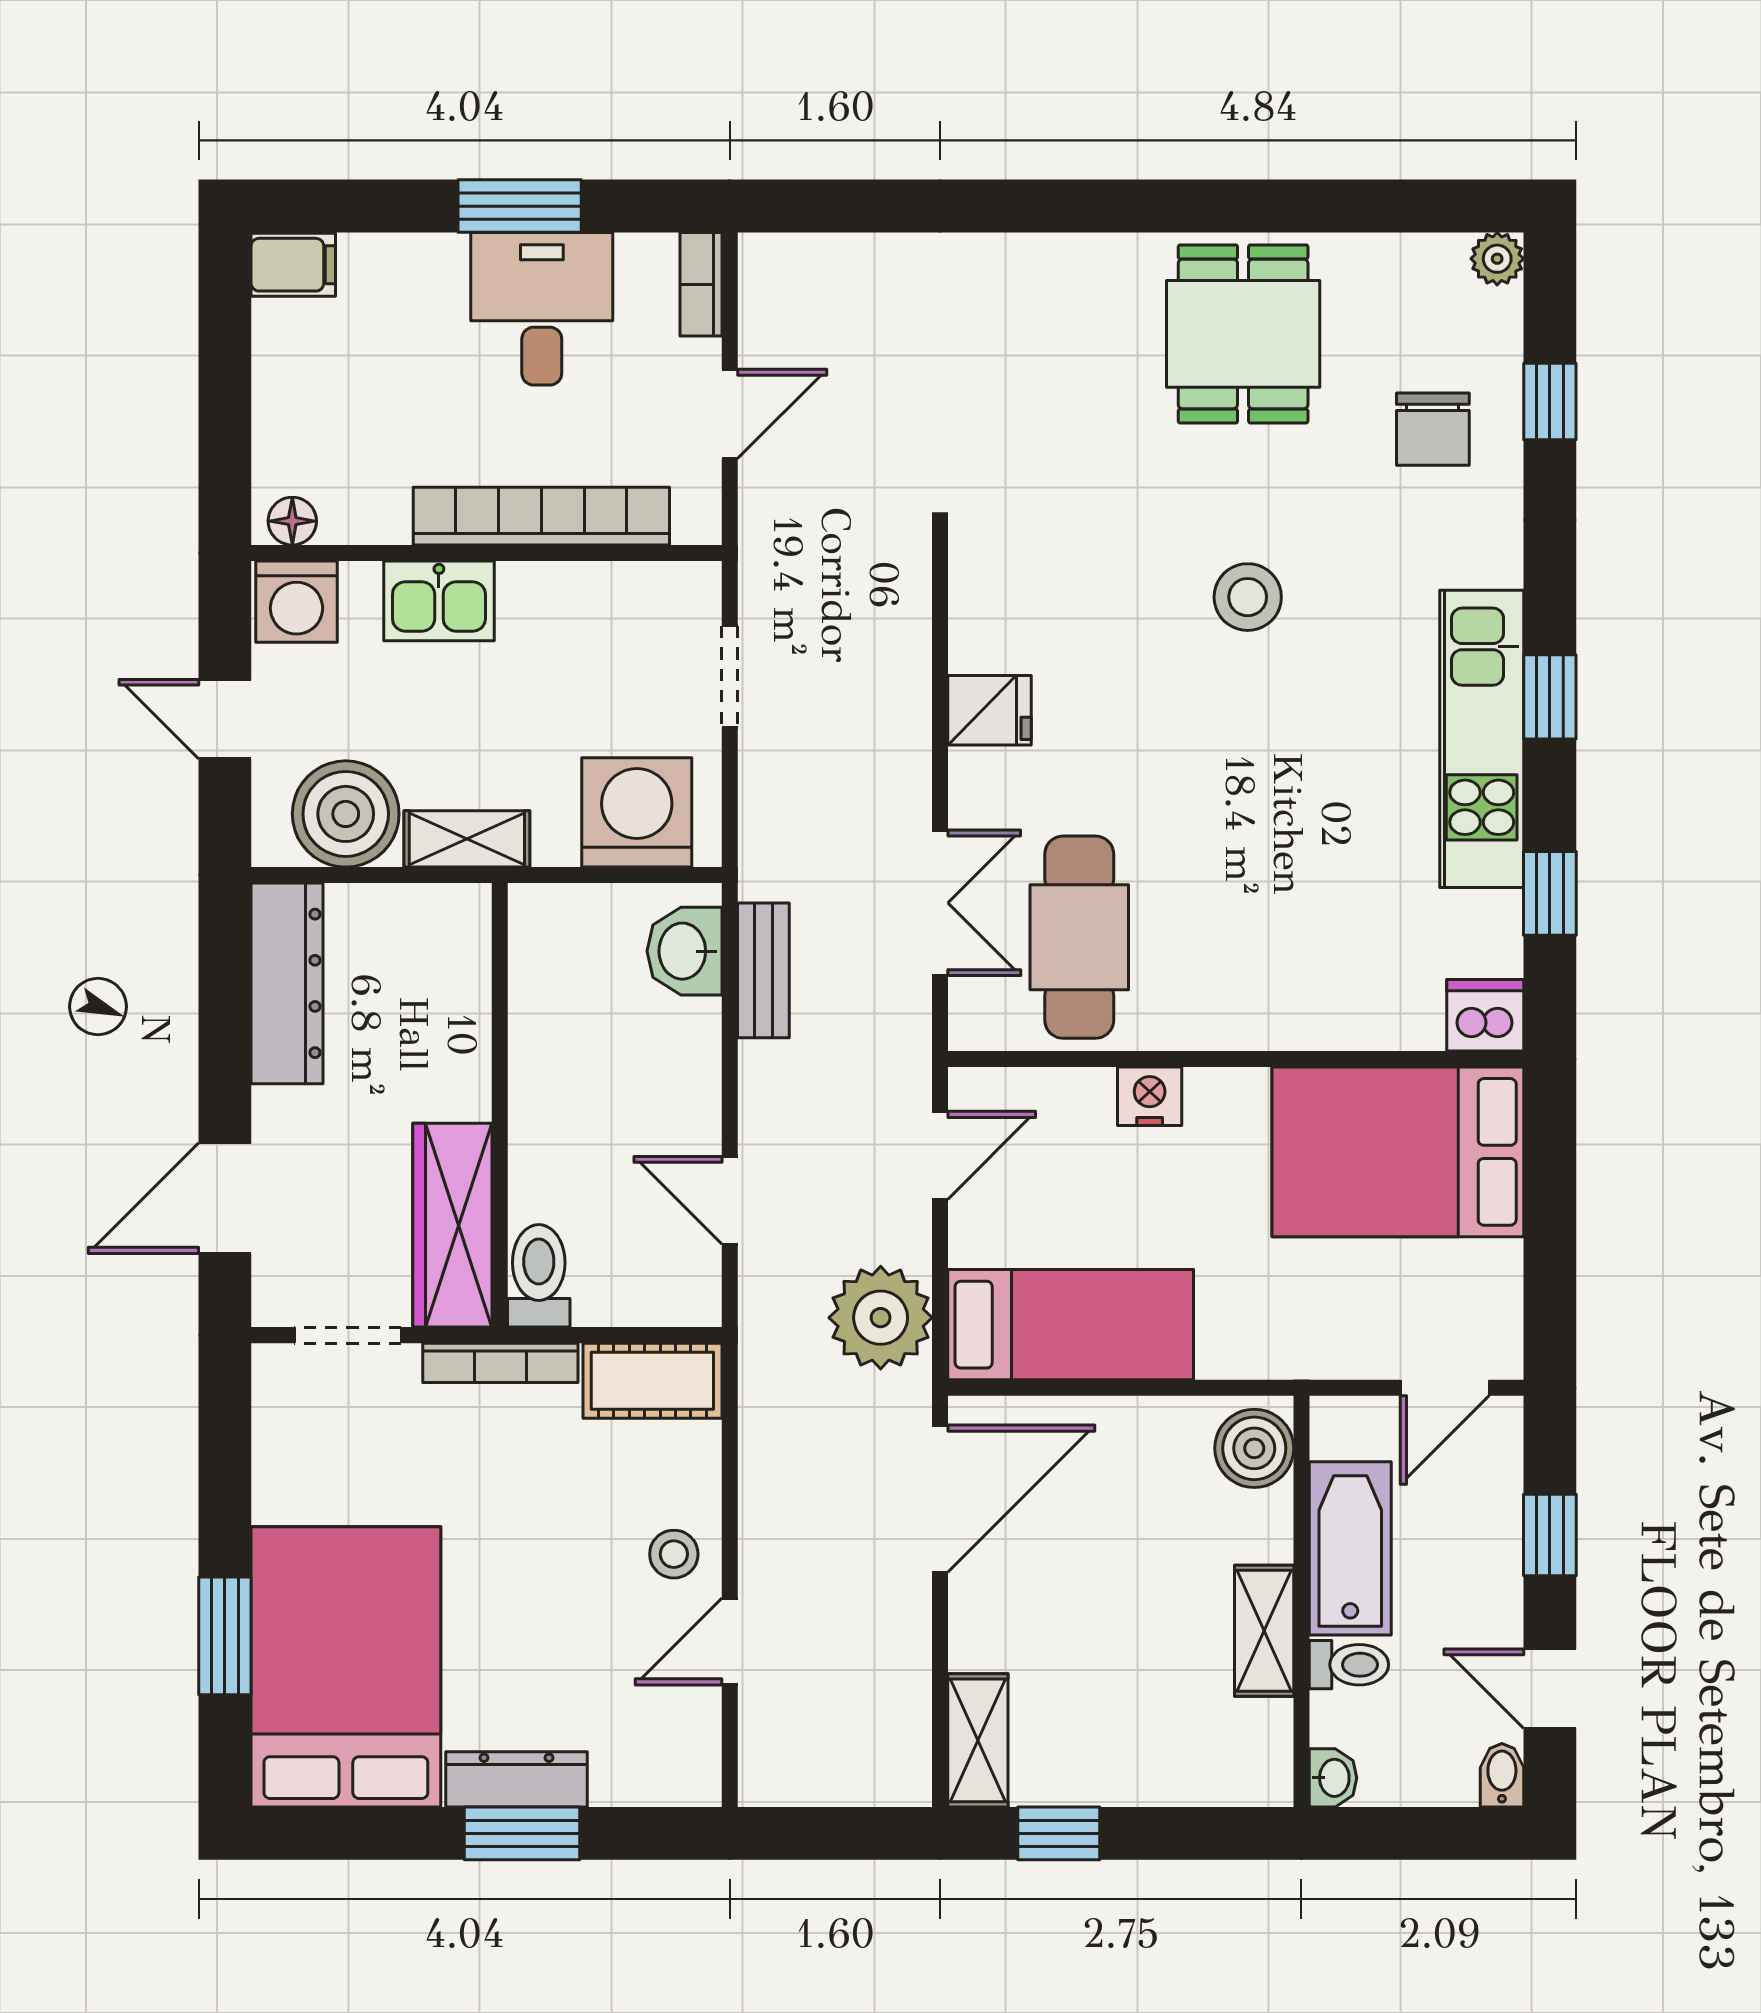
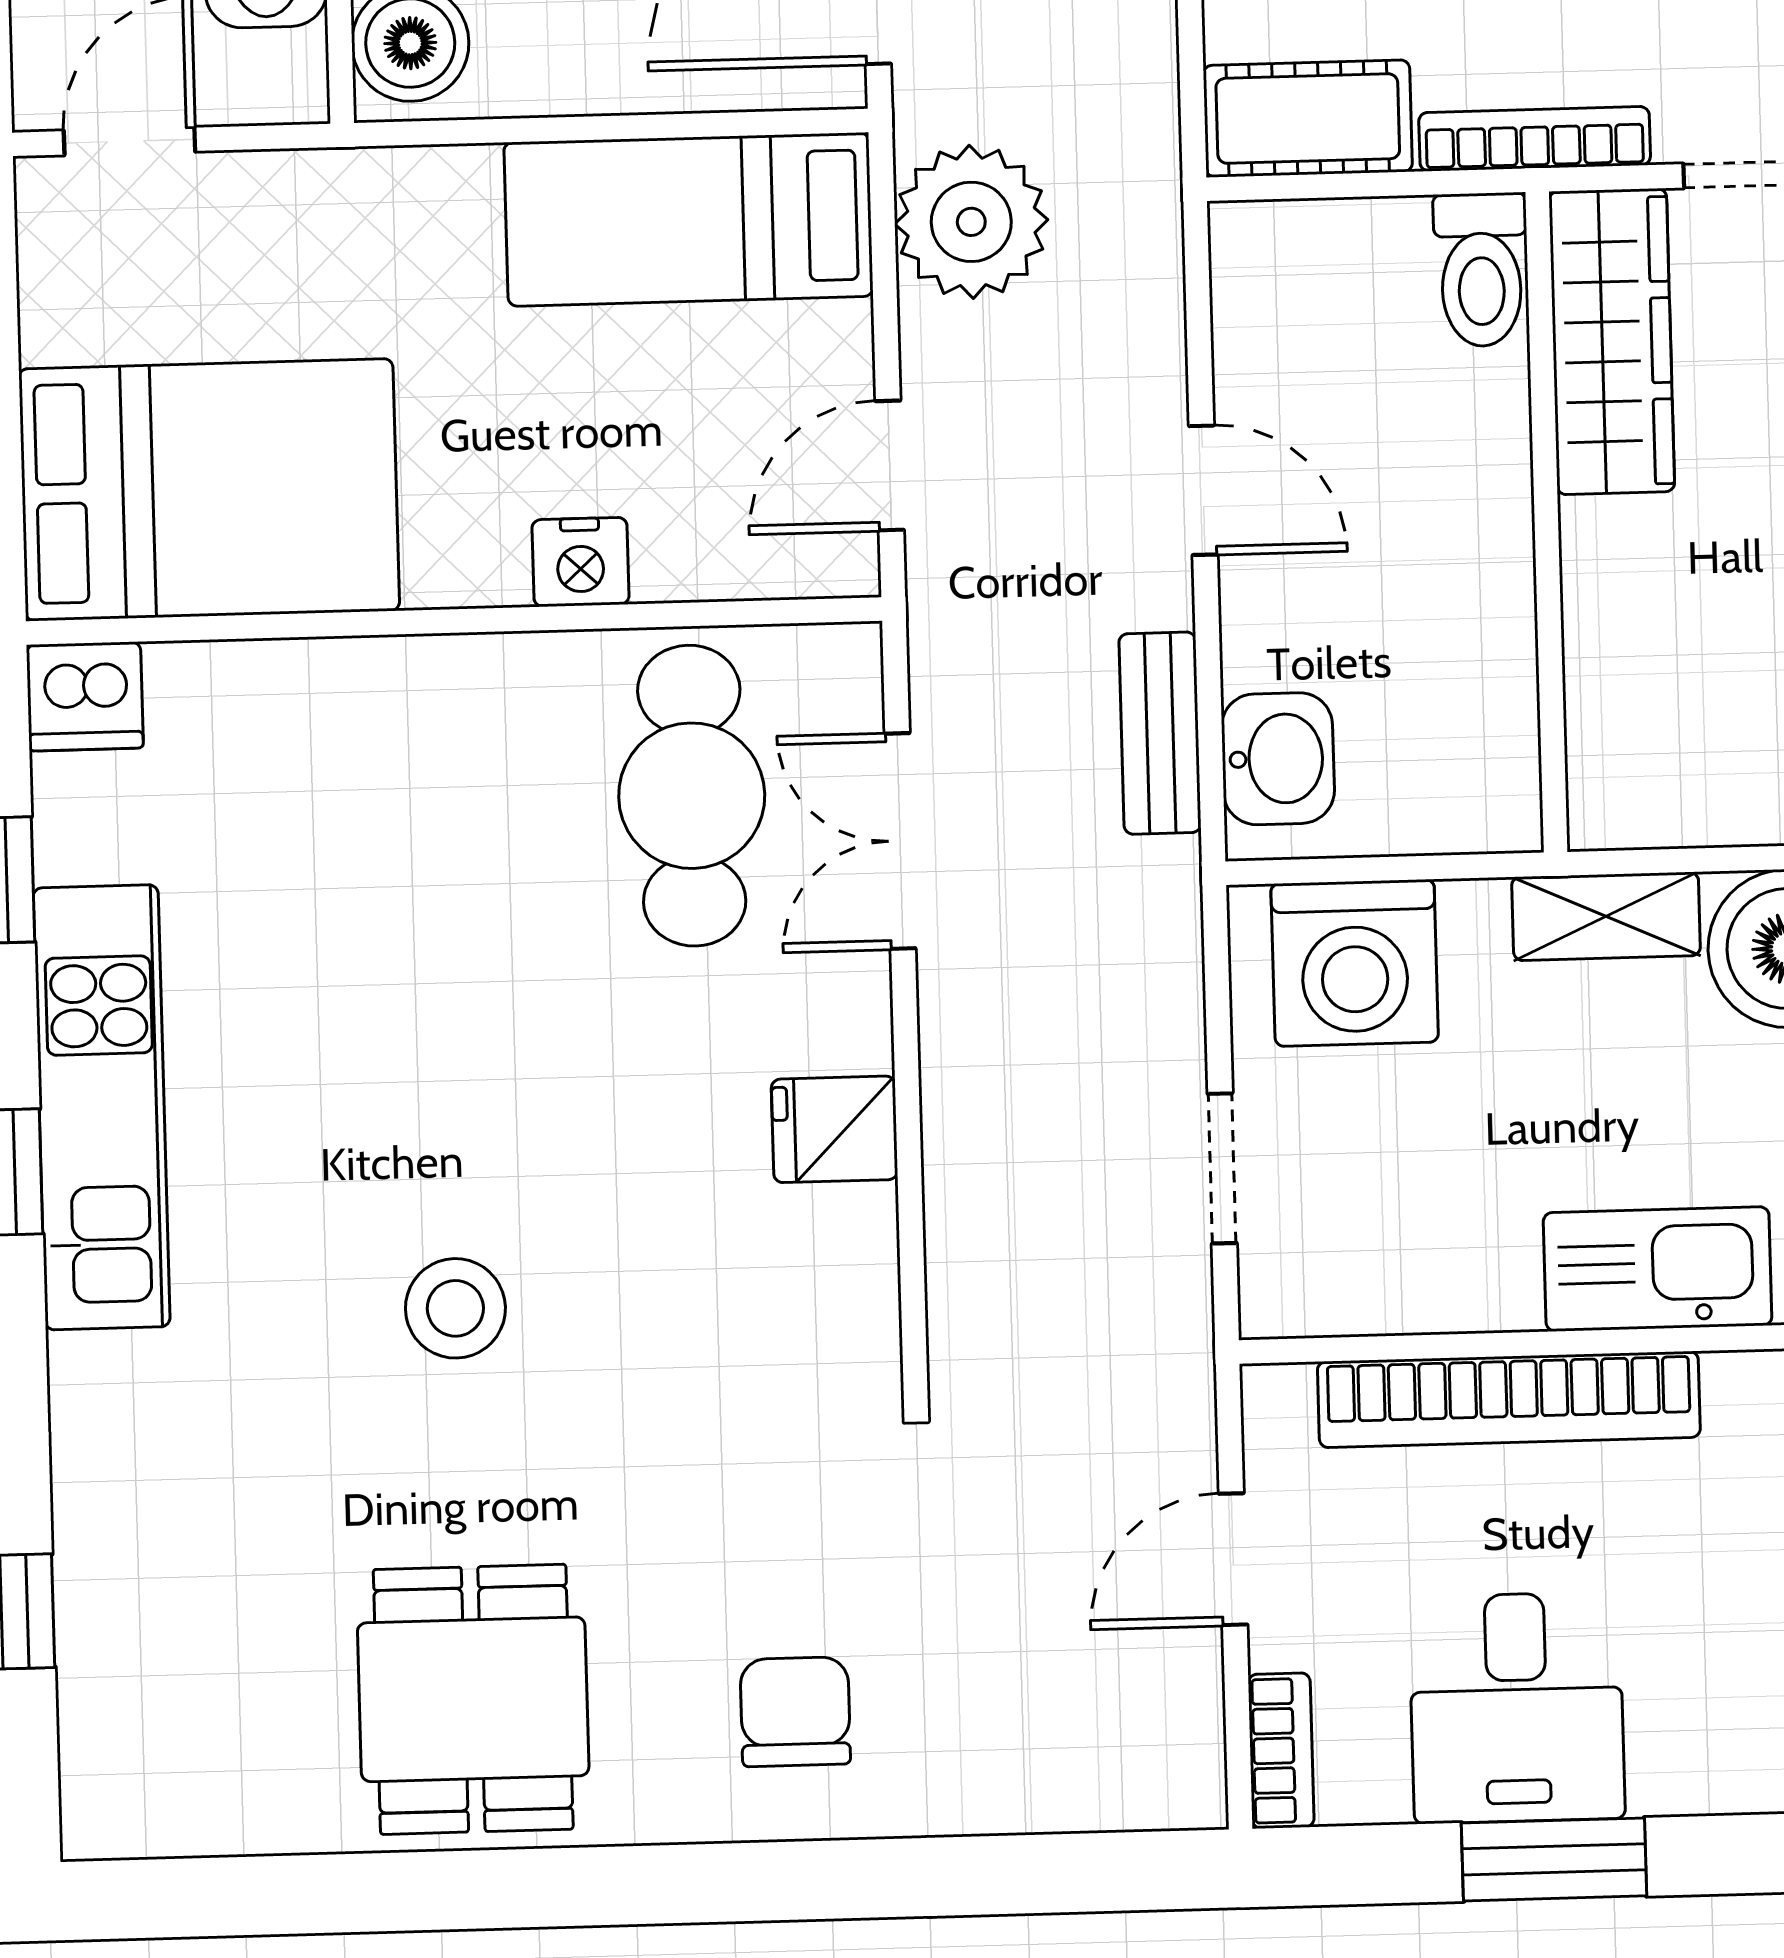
plant: (1497, 259) -> (98, 1822), removed
chair: (1433, 429) -> (795, 1712), moved
kitchen sink: (439, 601) -> (1658, 1269), width x1.38
door: (730, 1200) -> (1203, 490), moved

